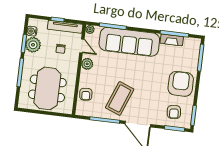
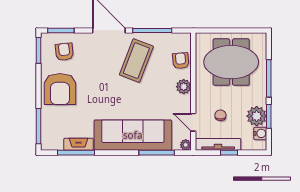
plant: (87, 64) -> (184, 87), moved
meeting table: (47, 88) -> (231, 62), turned 90

